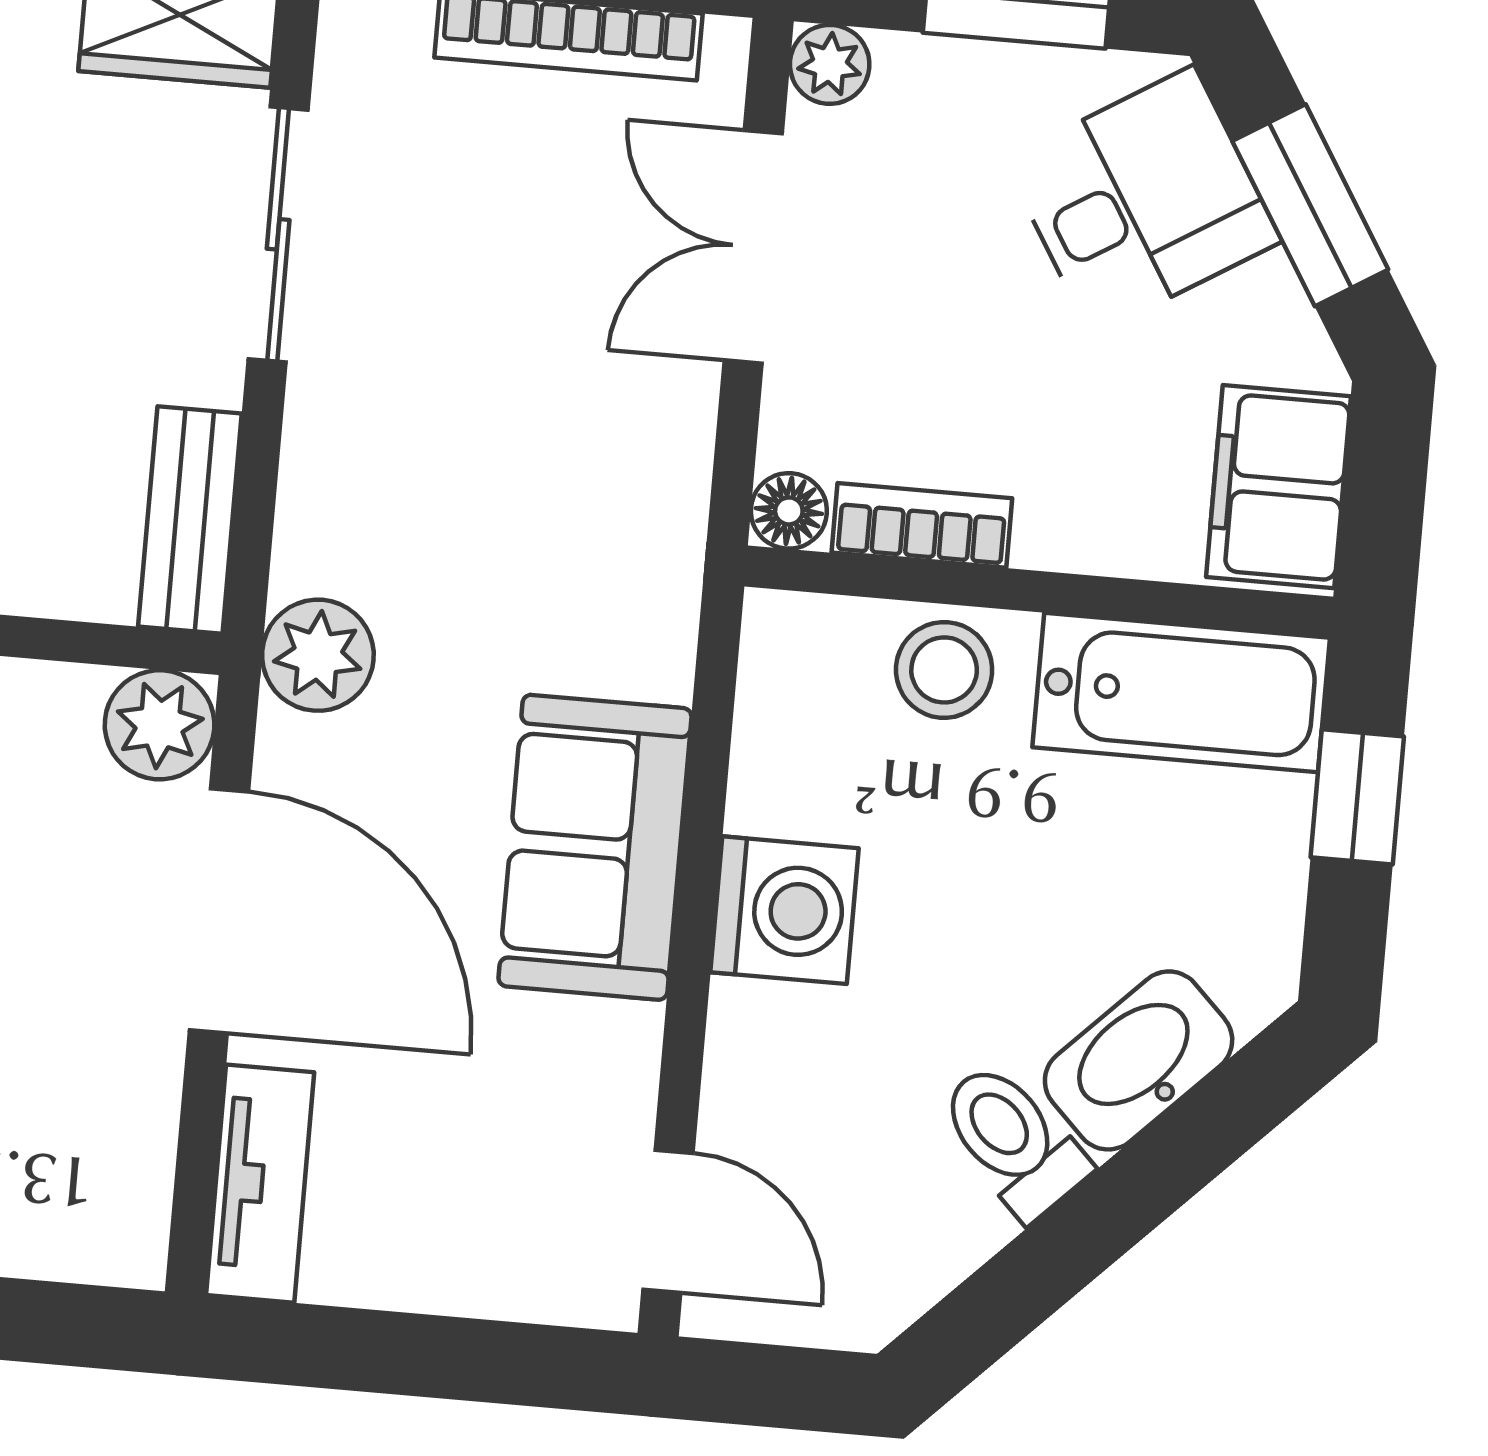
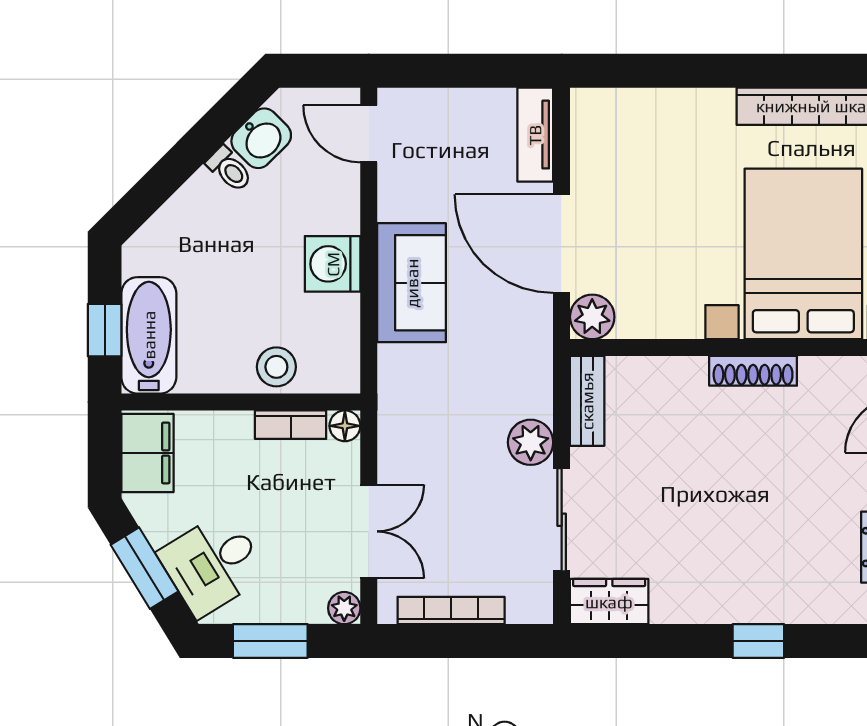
plant: (318, 655) -> (531, 442), moved
bathtub: (1181, 693) -> (149, 335), moved, turned 90
washbasin: (1139, 1060) -> (261, 138), moved, width x0.72
toilet: (1013, 1140) -> (229, 169), width x0.73, depth x0.72

